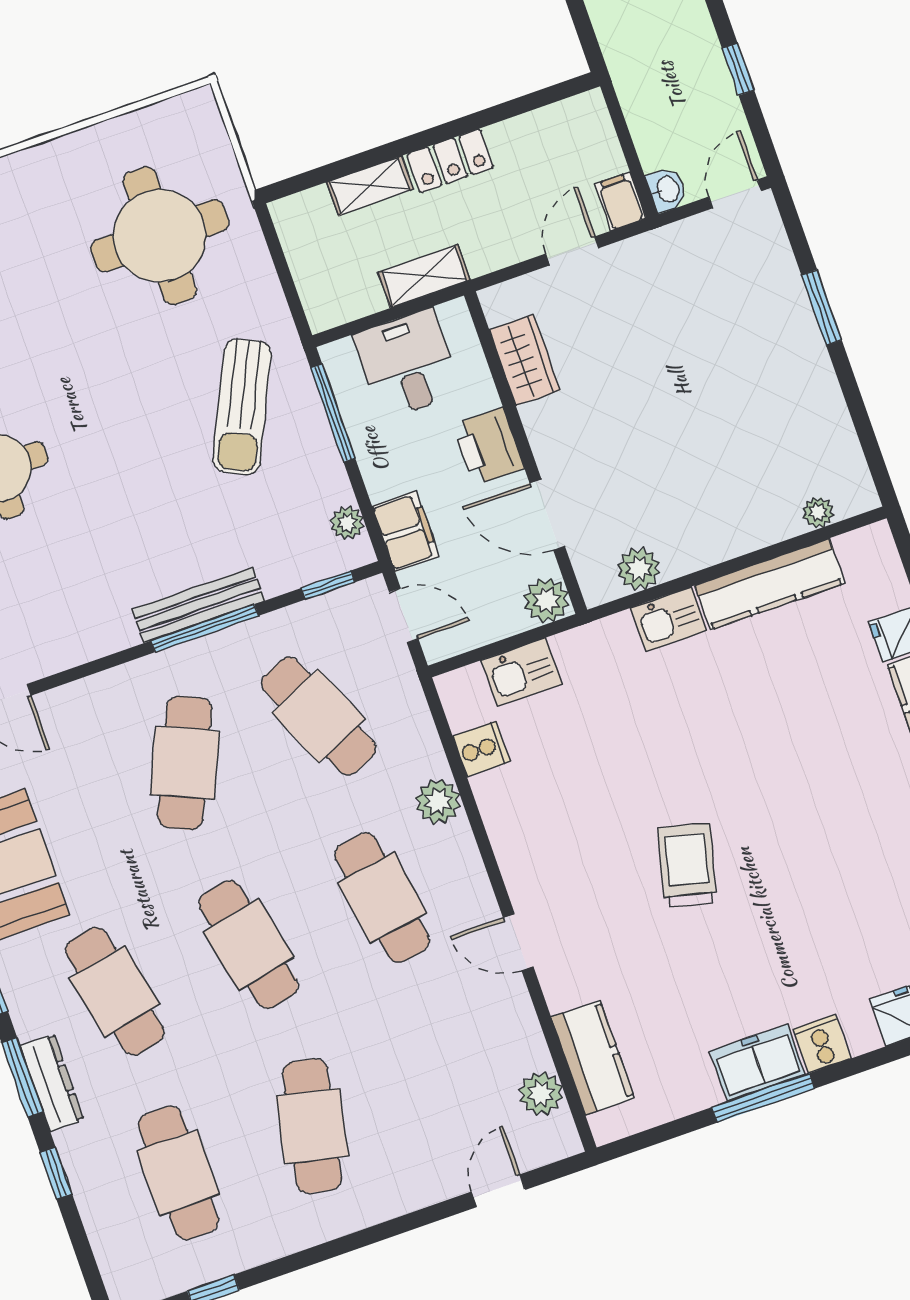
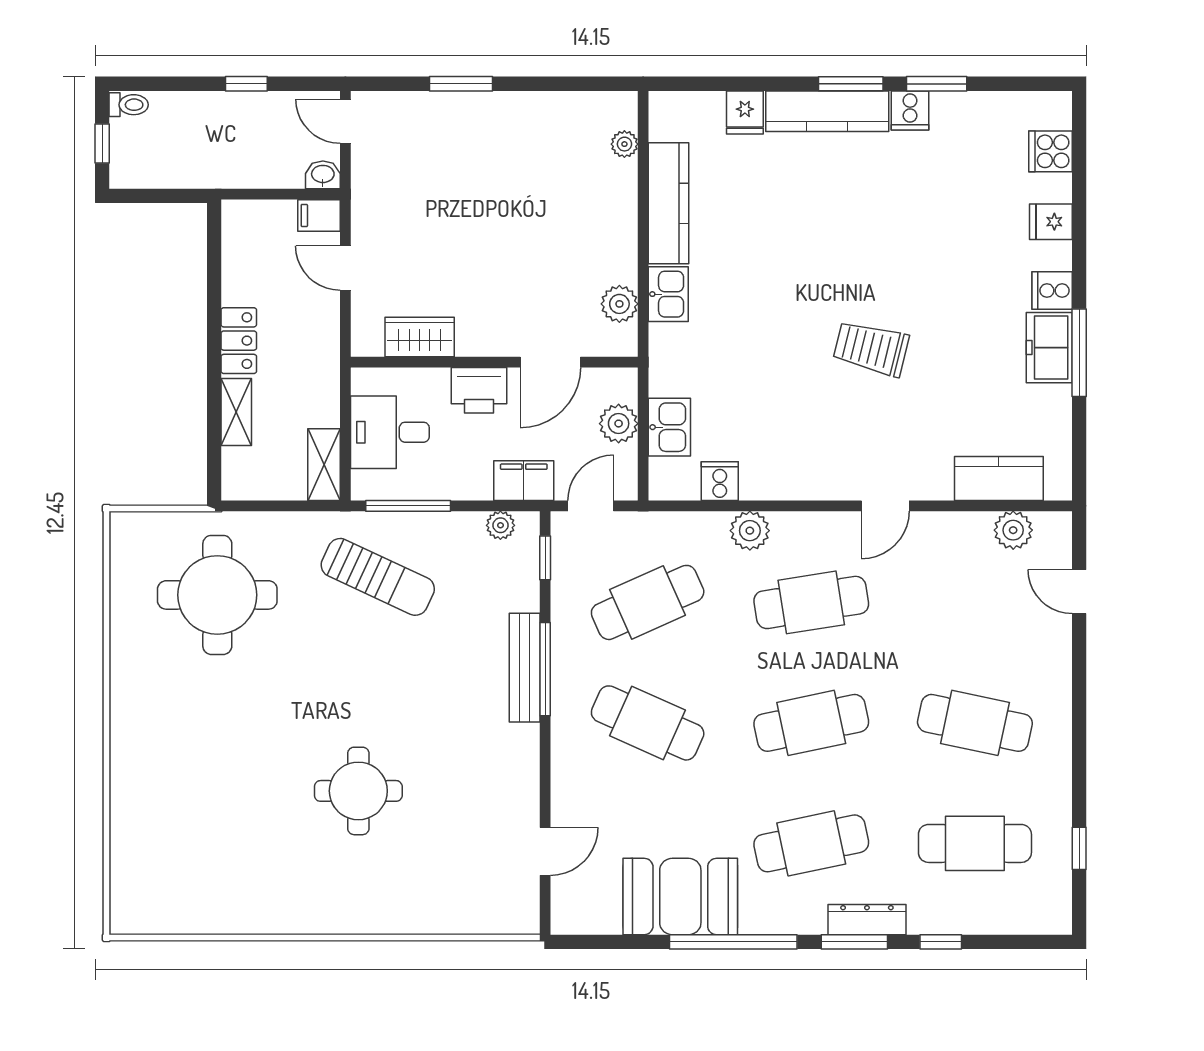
shelving: (424, 276) -> (324, 465), moved
plant: (547, 600) -> (619, 424), moved

